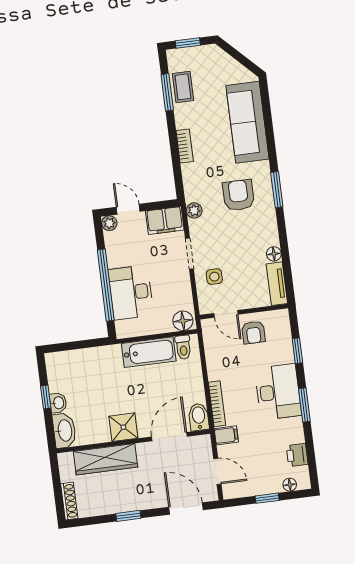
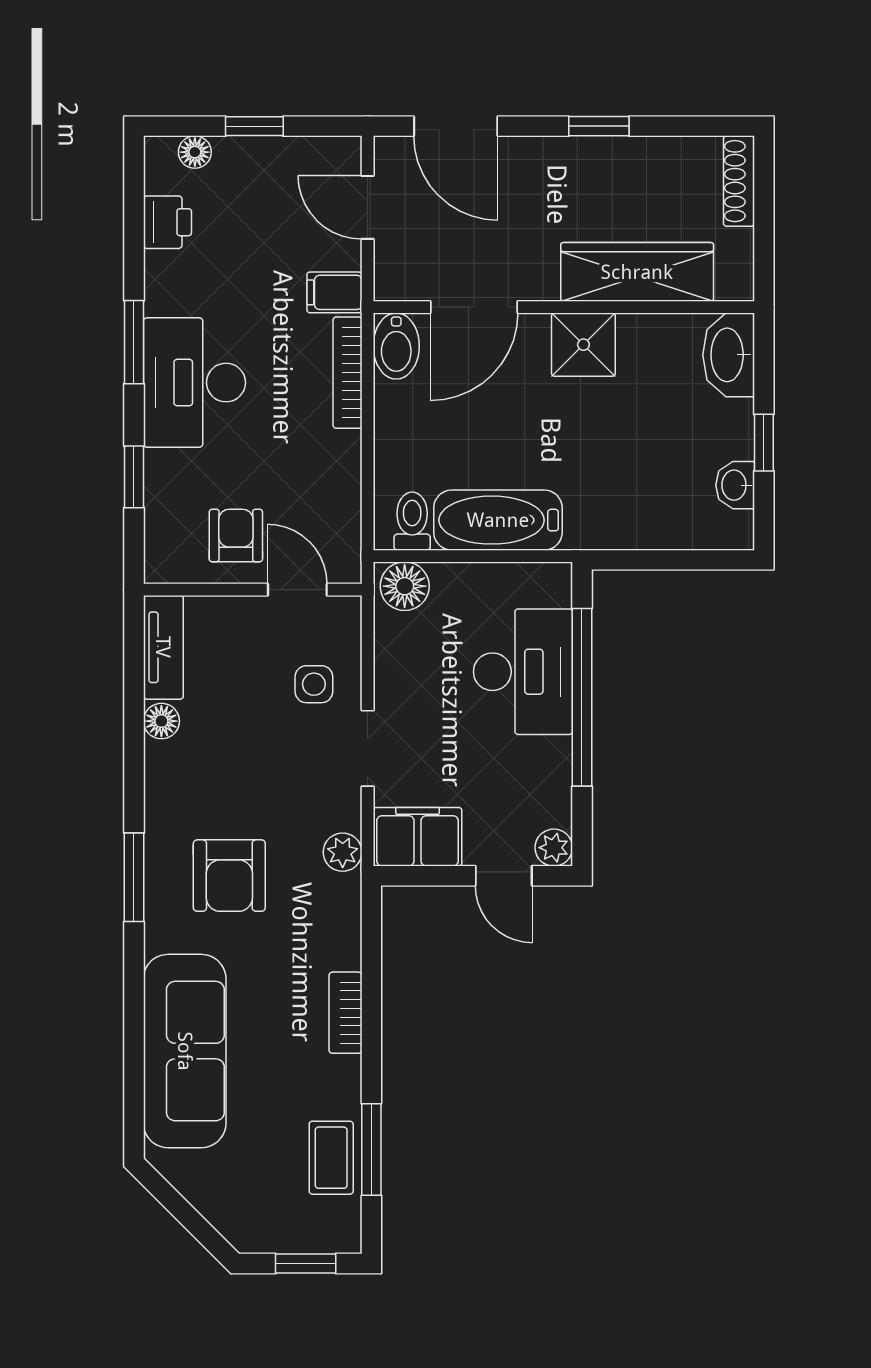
washbasin: (58, 403) -> (735, 485), moved

